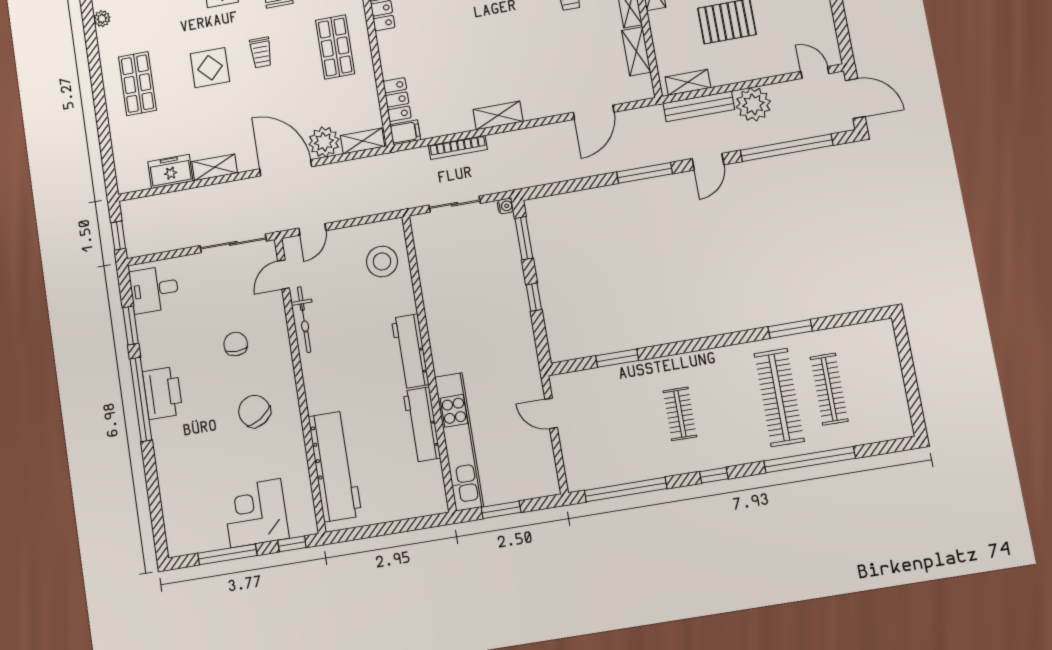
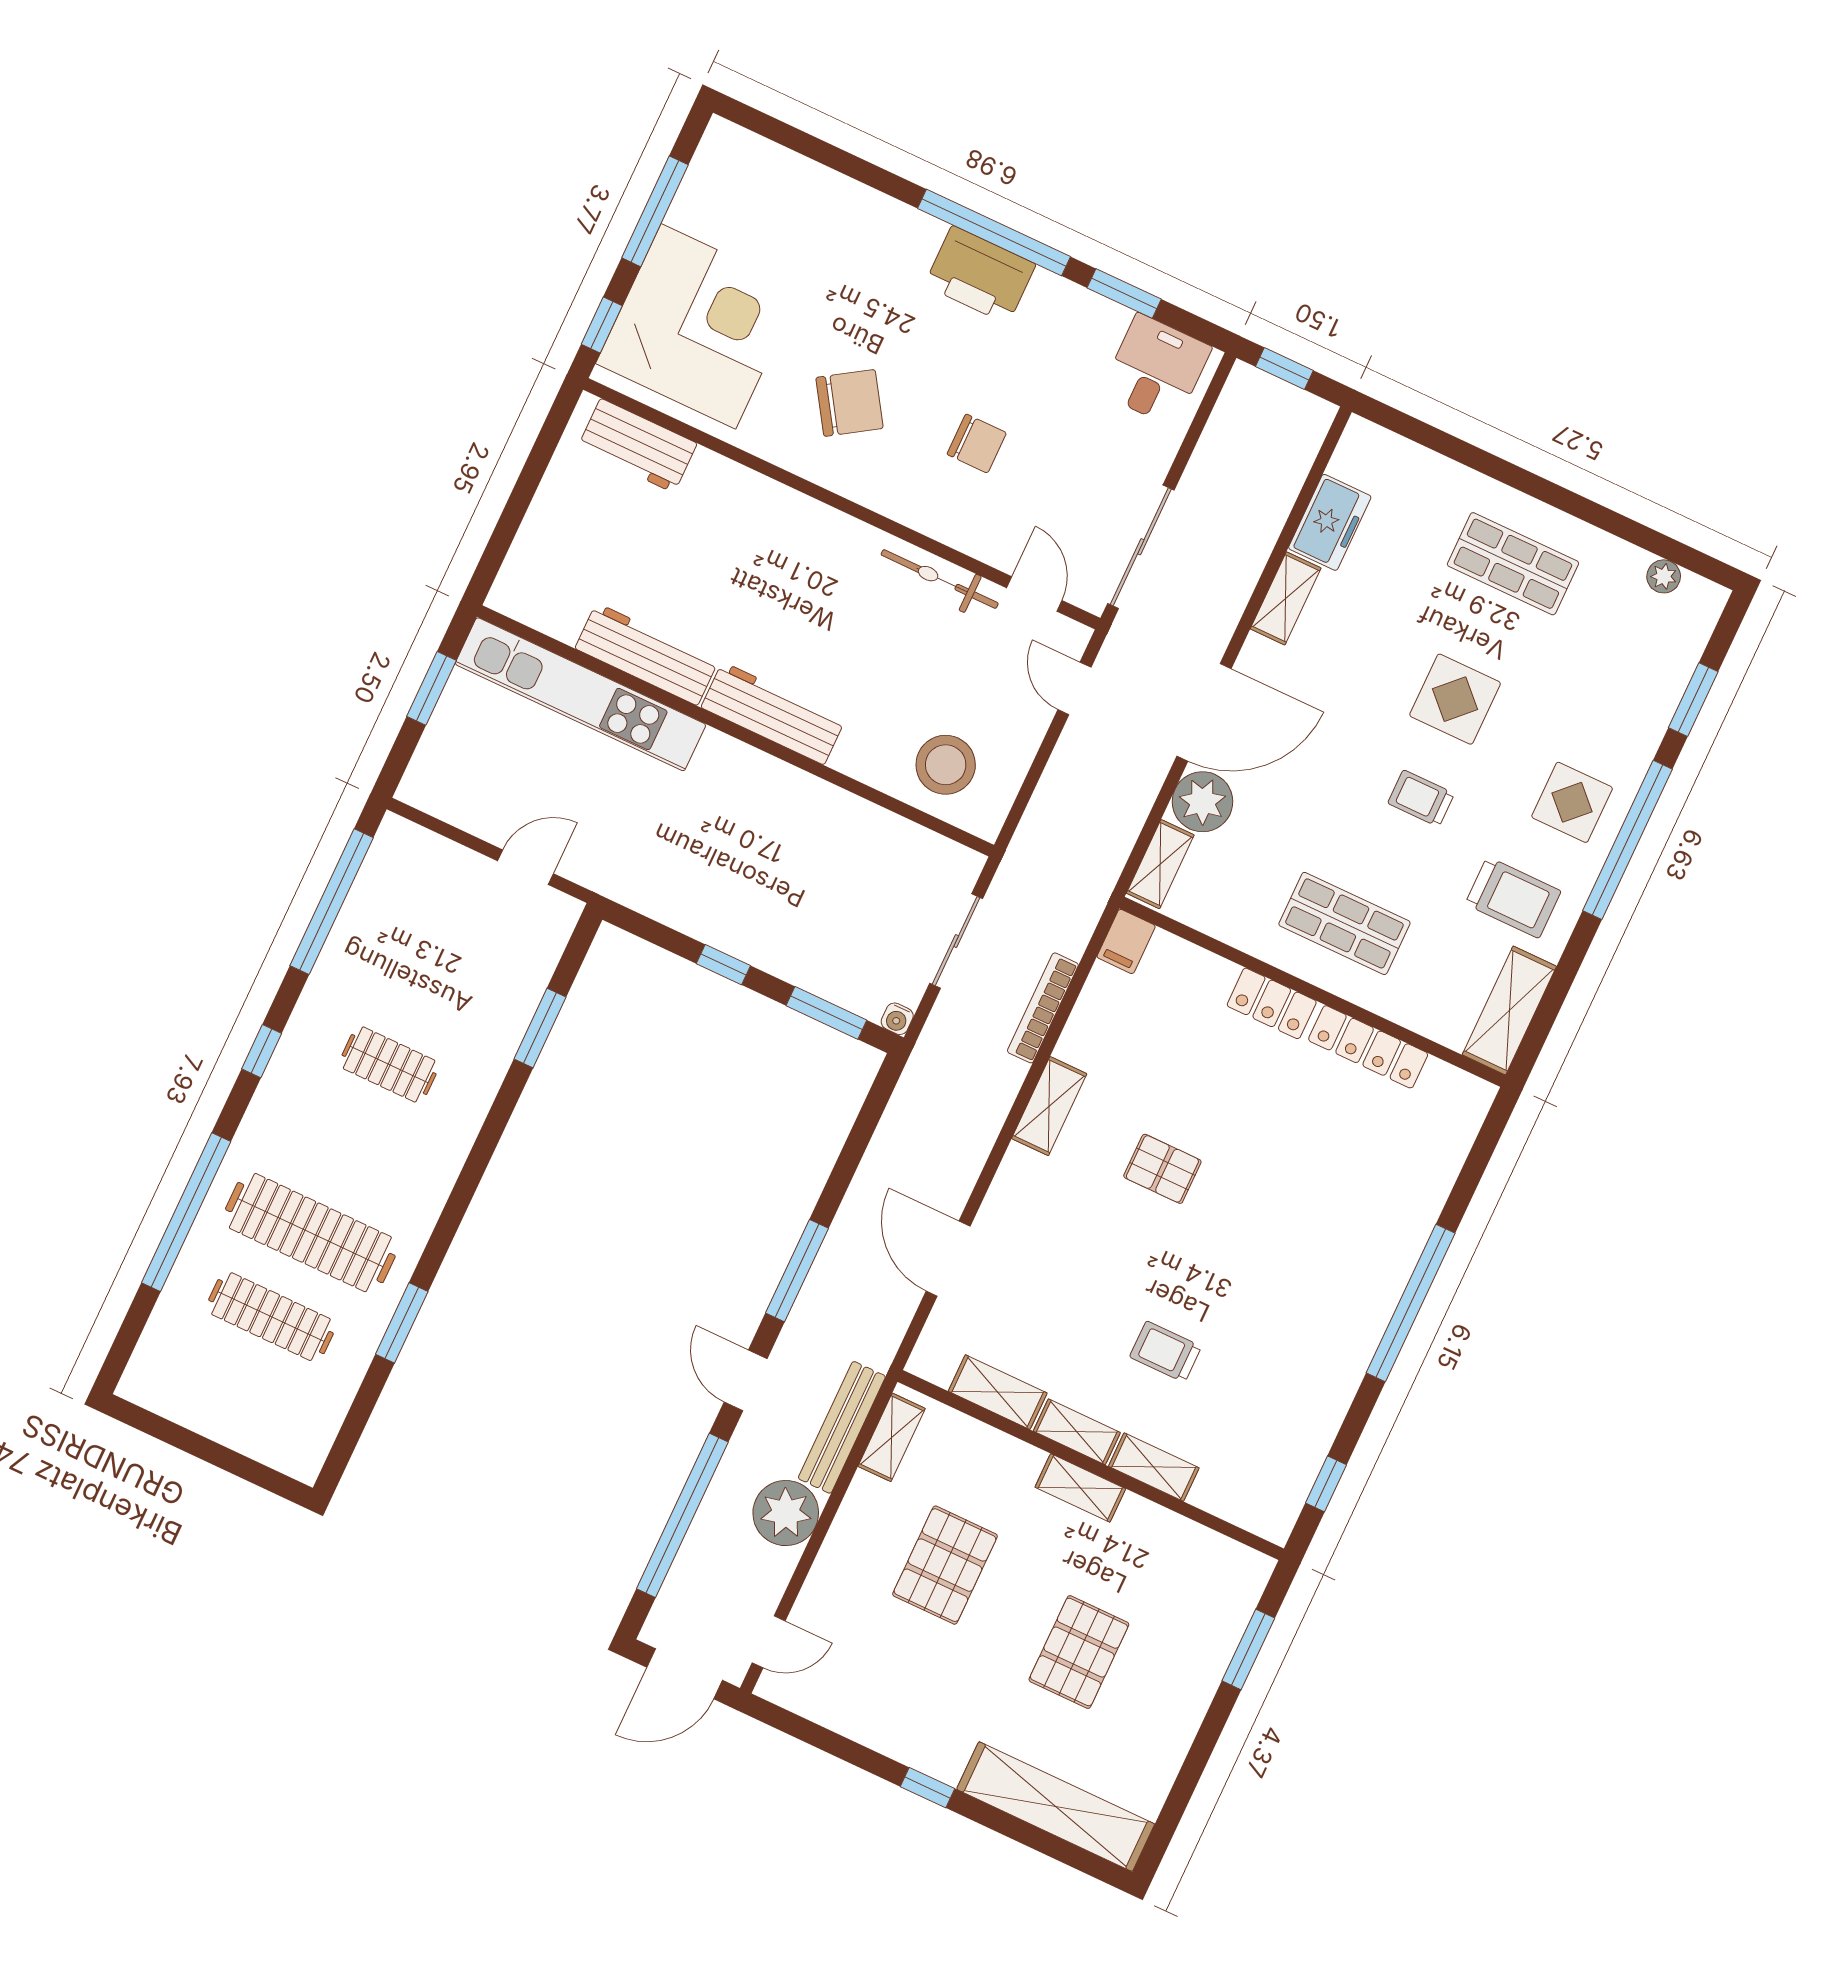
pallet: (492, 49) -> (1162, 1169), added
locker: (397, 99) -> (1272, 1003), moved
workbench: (335, 466) -> (637, 446), width x0.53, depth x0.76
corner desk: (256, 513) -> (698, 326), width x1.36, depth x1.36

